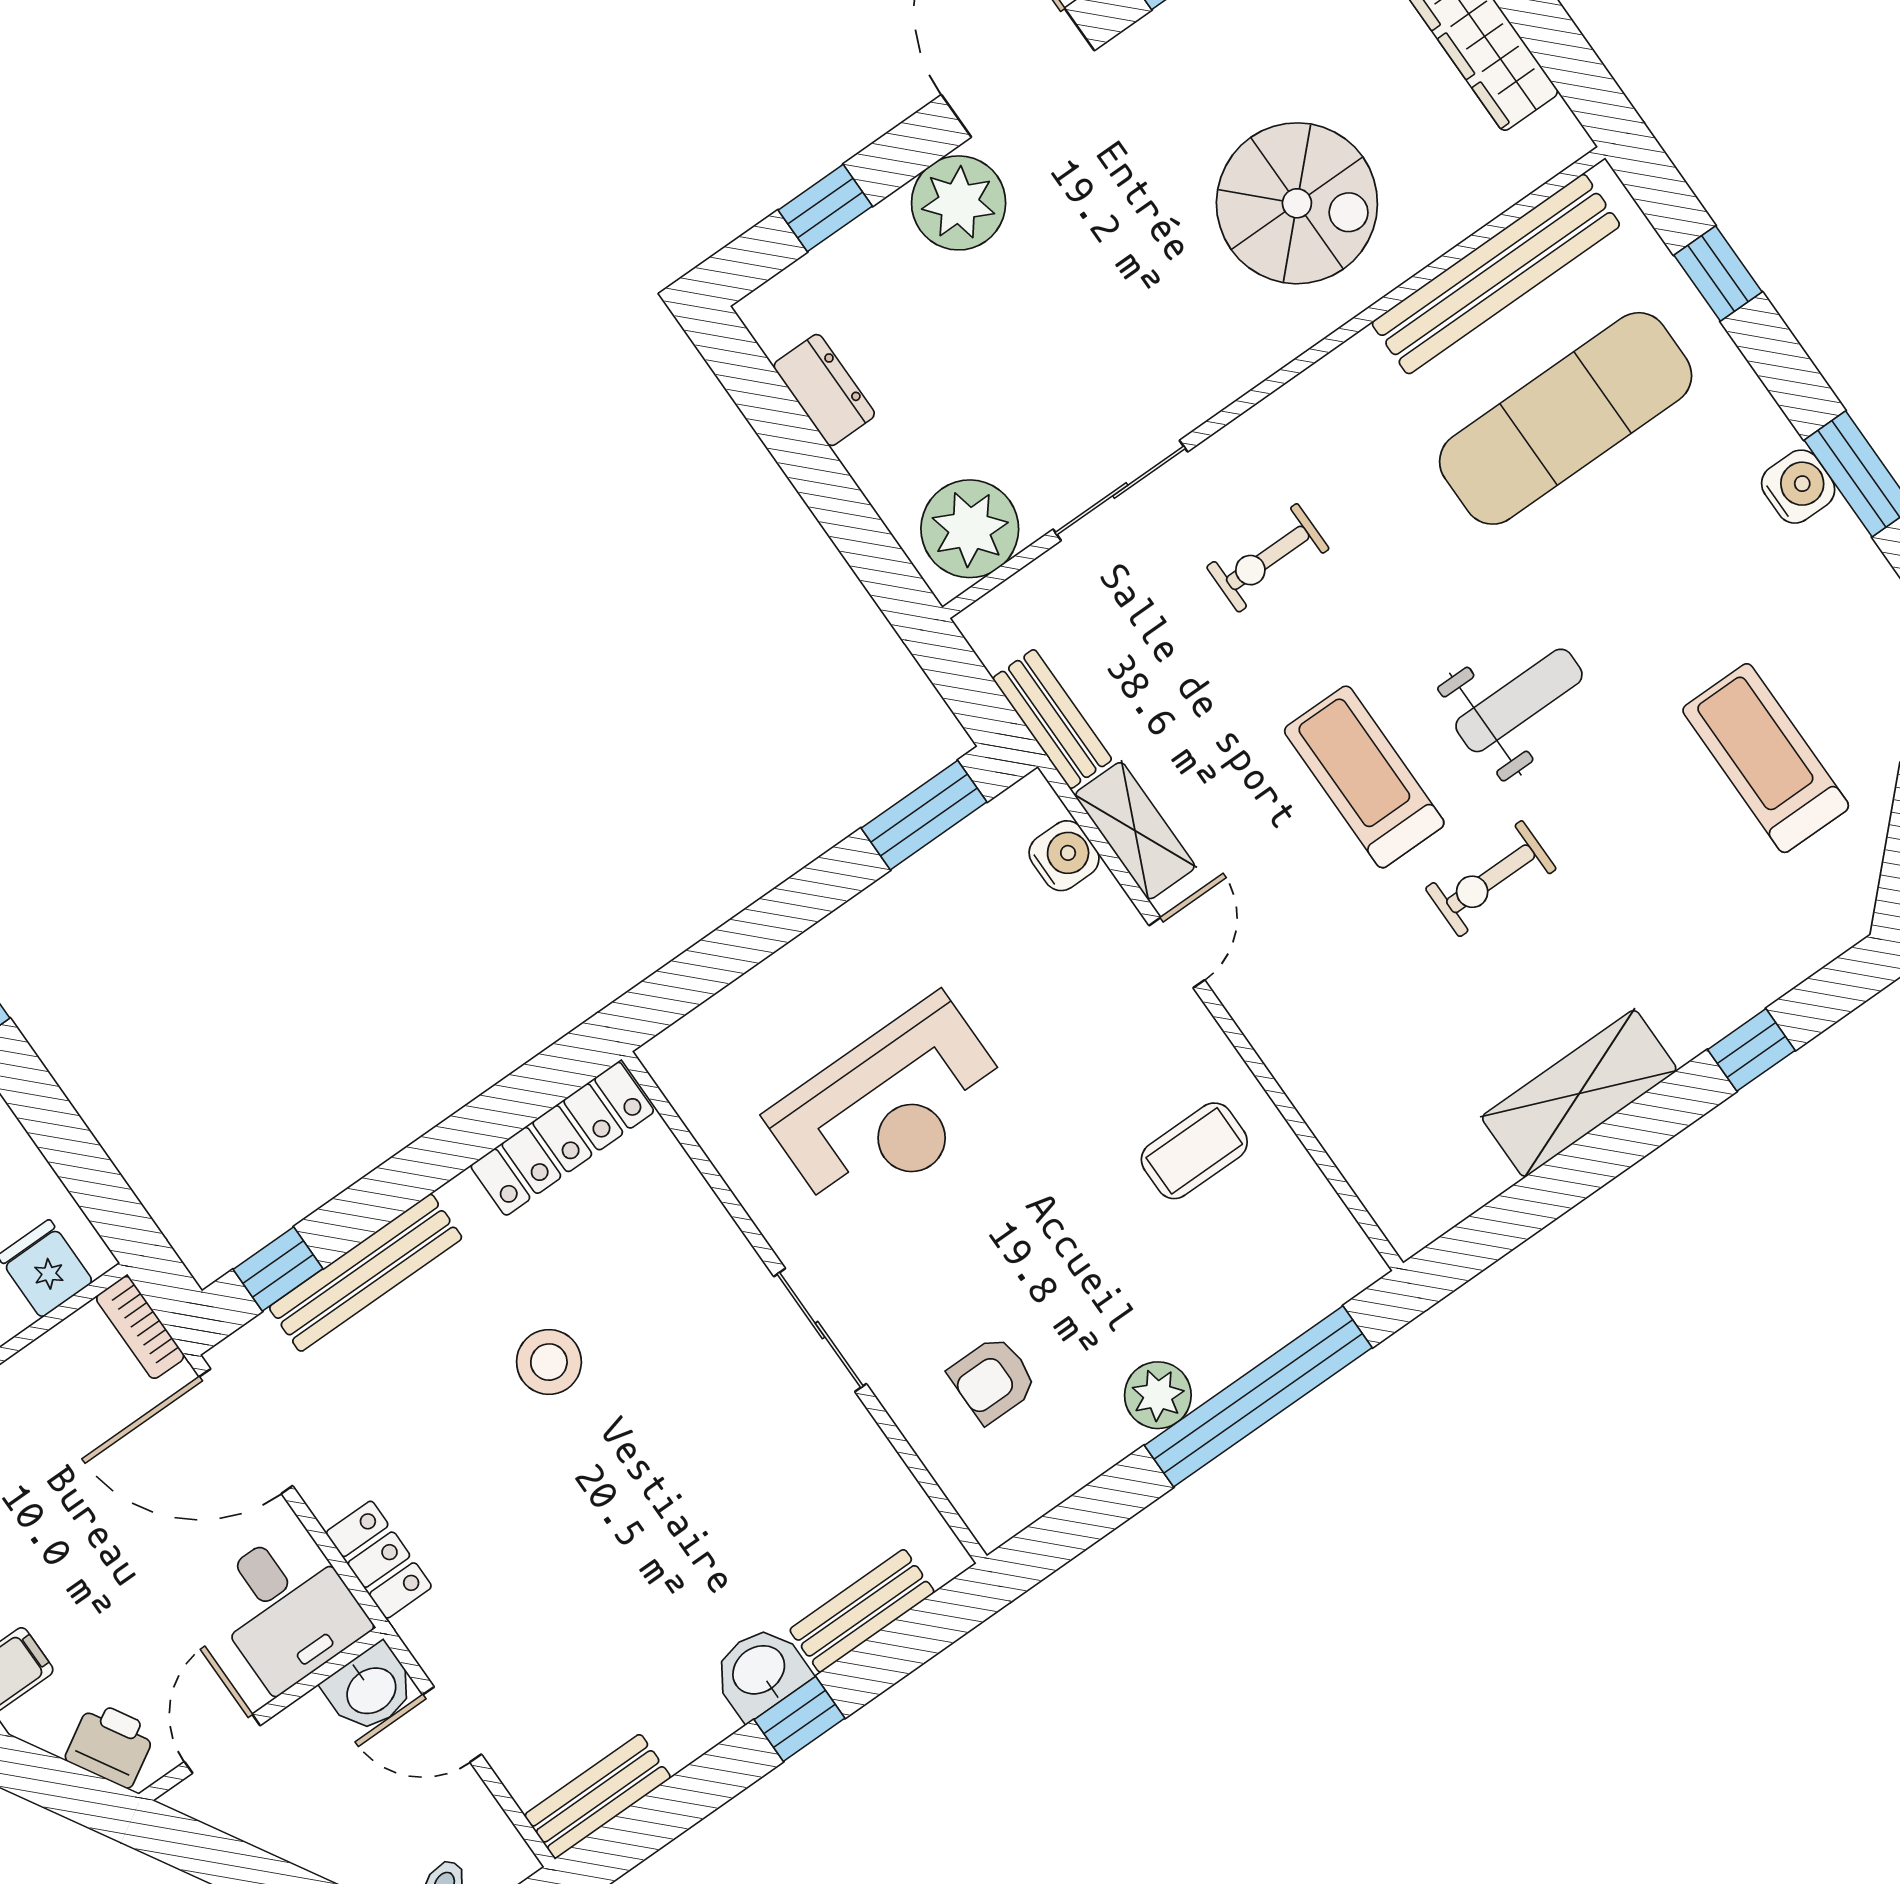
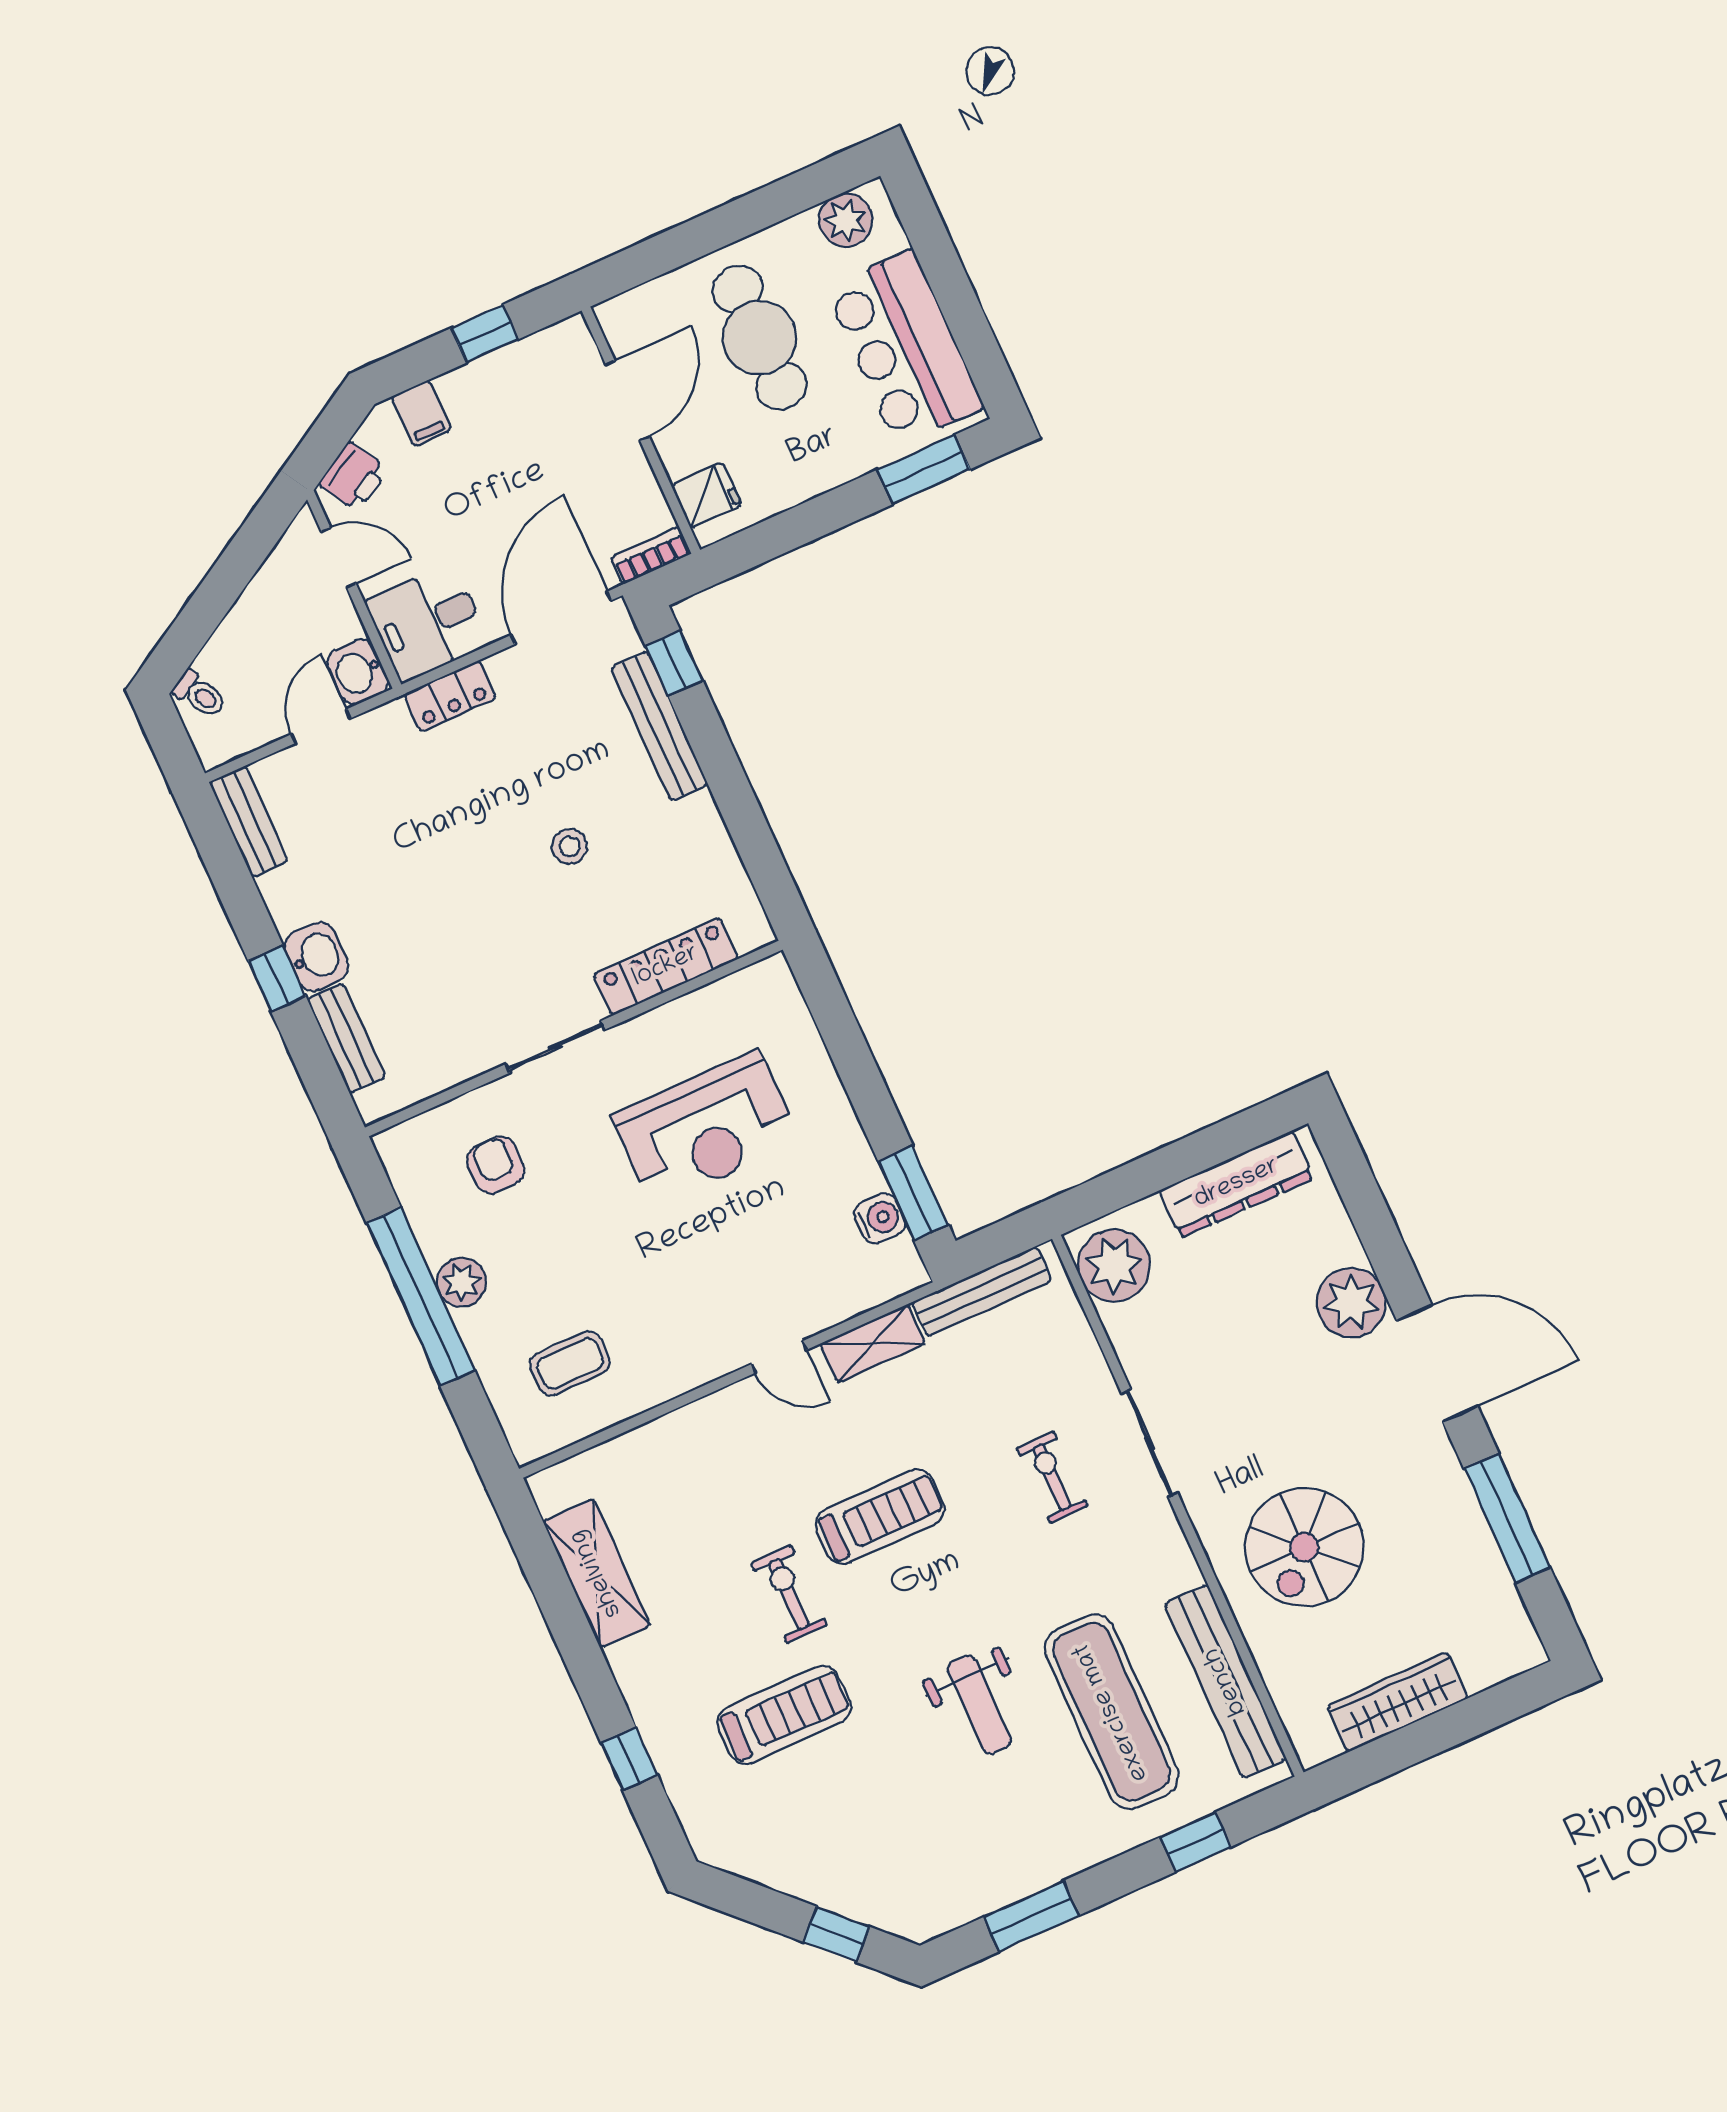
window: (825, 208) -> (1366, 1205), removed
dresser: (824, 390) -> (1237, 1184), width x1.96, depth x1.24
water cooler: (1798, 487) -> (1030, 1871), removed
sliding door: (1120, 490) -> (1150, 1443), moved
weight bench: (1519, 700) -> (979, 1705), moved
bench: (1052, 719) -> (982, 1292), width x1.36
treadmill: (1766, 758) -> (784, 1715), moved
water cooler: (1064, 856) -> (880, 1218), moved, turned -90
shelving: (1579, 1093) -> (597, 1573), moved
reception desk: (891, 1108) -> (706, 1129), turned -90
locker: (562, 1139) -> (666, 967), moved, turned 90
coffee table: (1194, 1151) -> (570, 1363), moved, turned 90
stool: (549, 1362) -> (570, 846), width x0.73, depth x0.73
window: (1258, 1396) -> (421, 1297), moved

